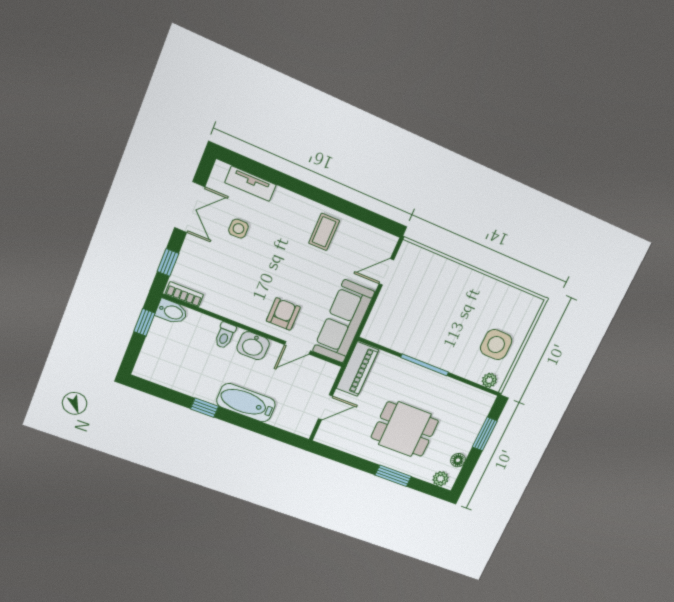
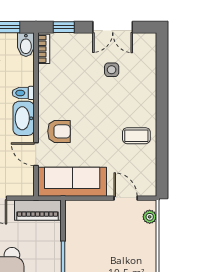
tv unit: (251, 184) -> (149, 65), removed
plant: (418, 254) -> (150, 217), added
washbasin: (253, 346) -> (24, 118), width x1.38

